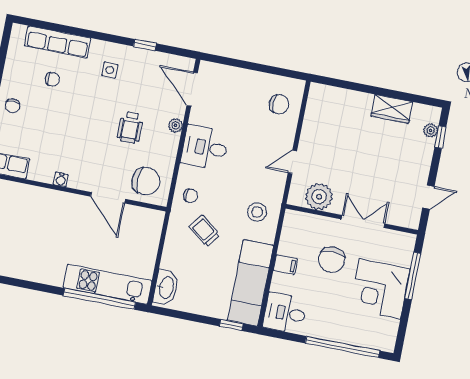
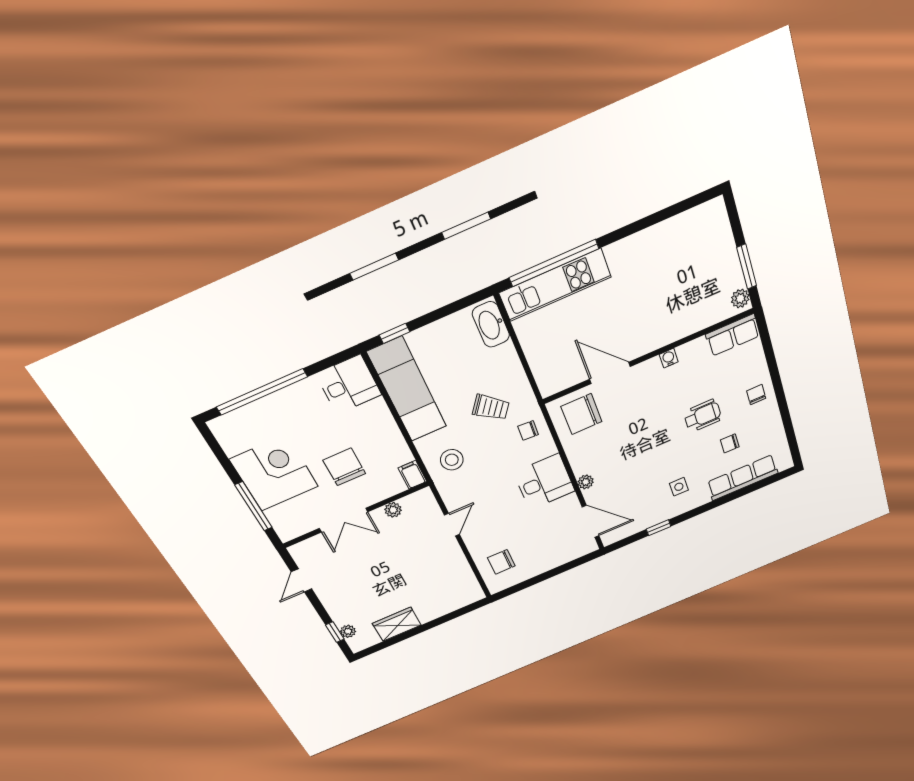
wheelchair: (130, 127) -> (703, 416), moved, turned 90
plant: (319, 197) -> (393, 510), width x0.53, depth x0.53
filing cabinet: (285, 265) -> (412, 475), moved, turned 90

